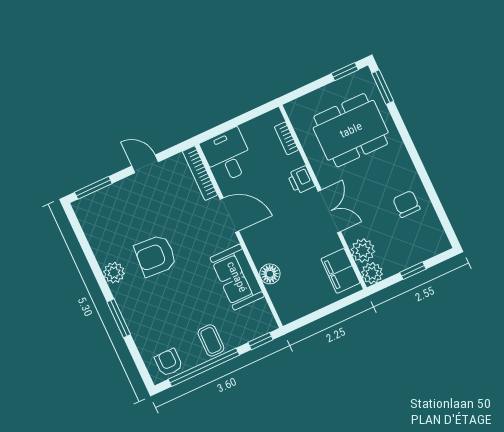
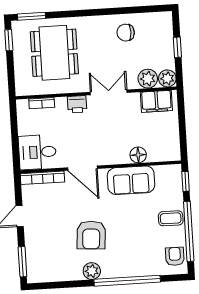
door: (229, 215) -> (82, 168), swing flipped
window: (119, 318) -> (127, 281), width x2.11
armchair: (169, 362) -> (175, 256), turned 90

